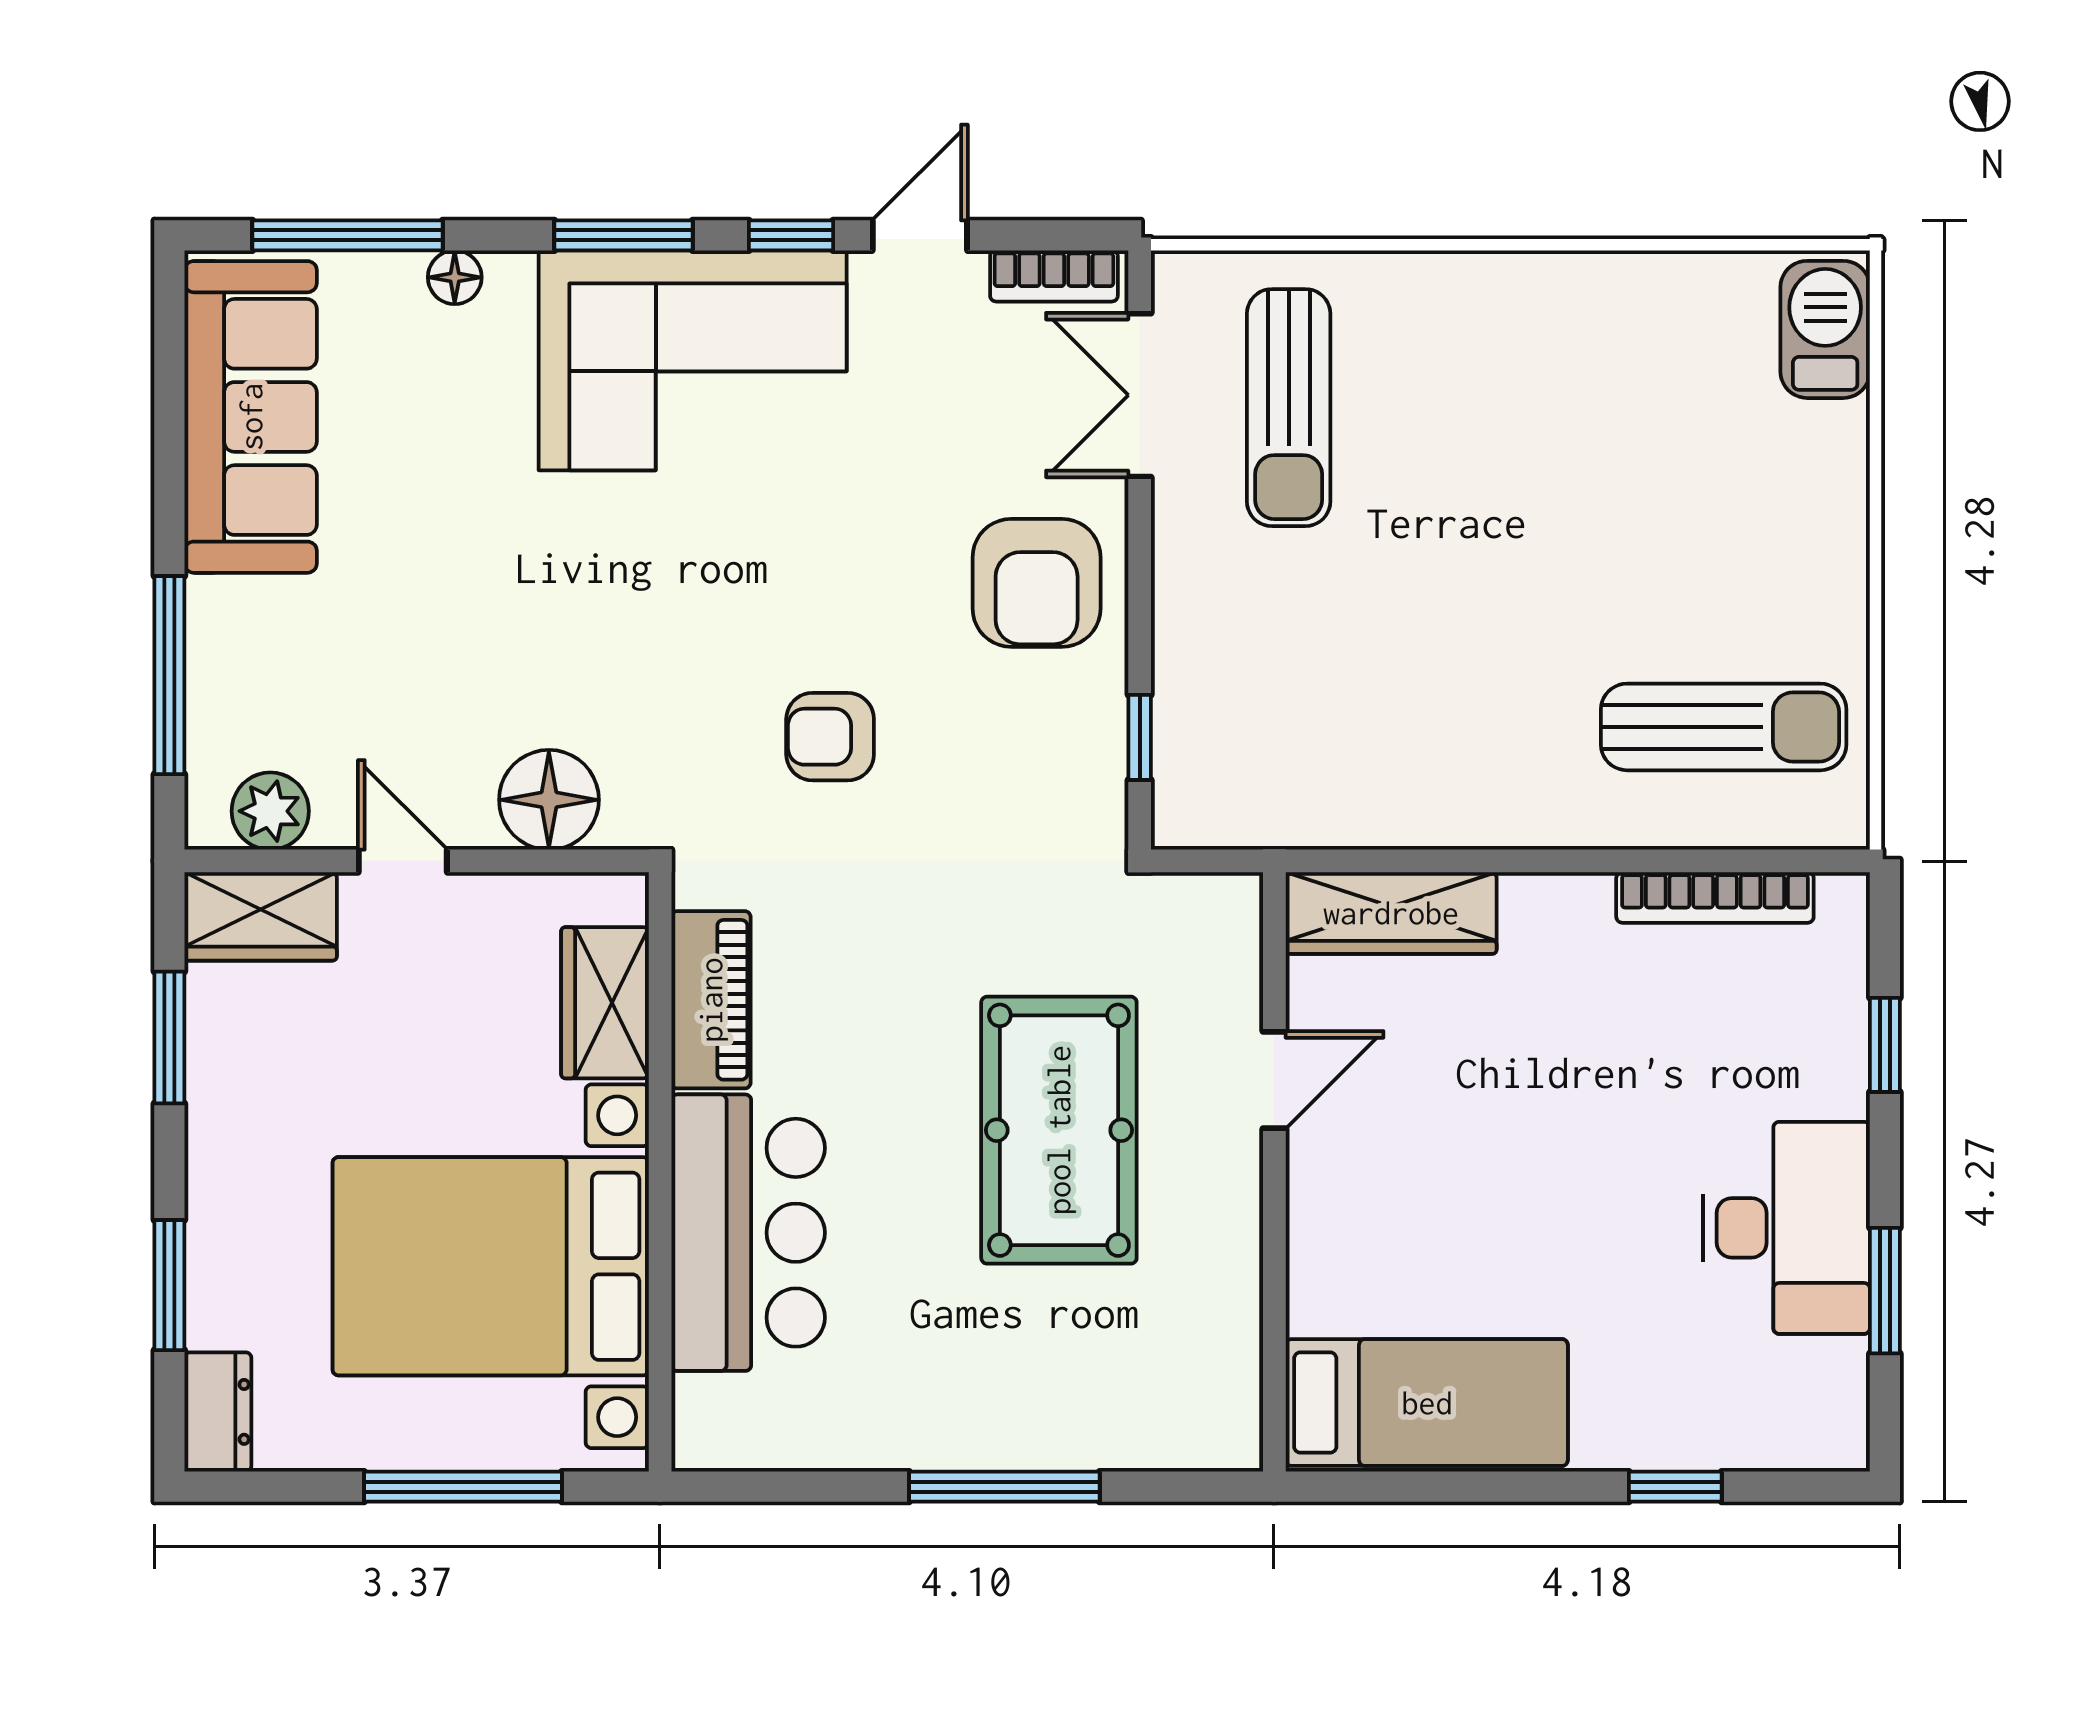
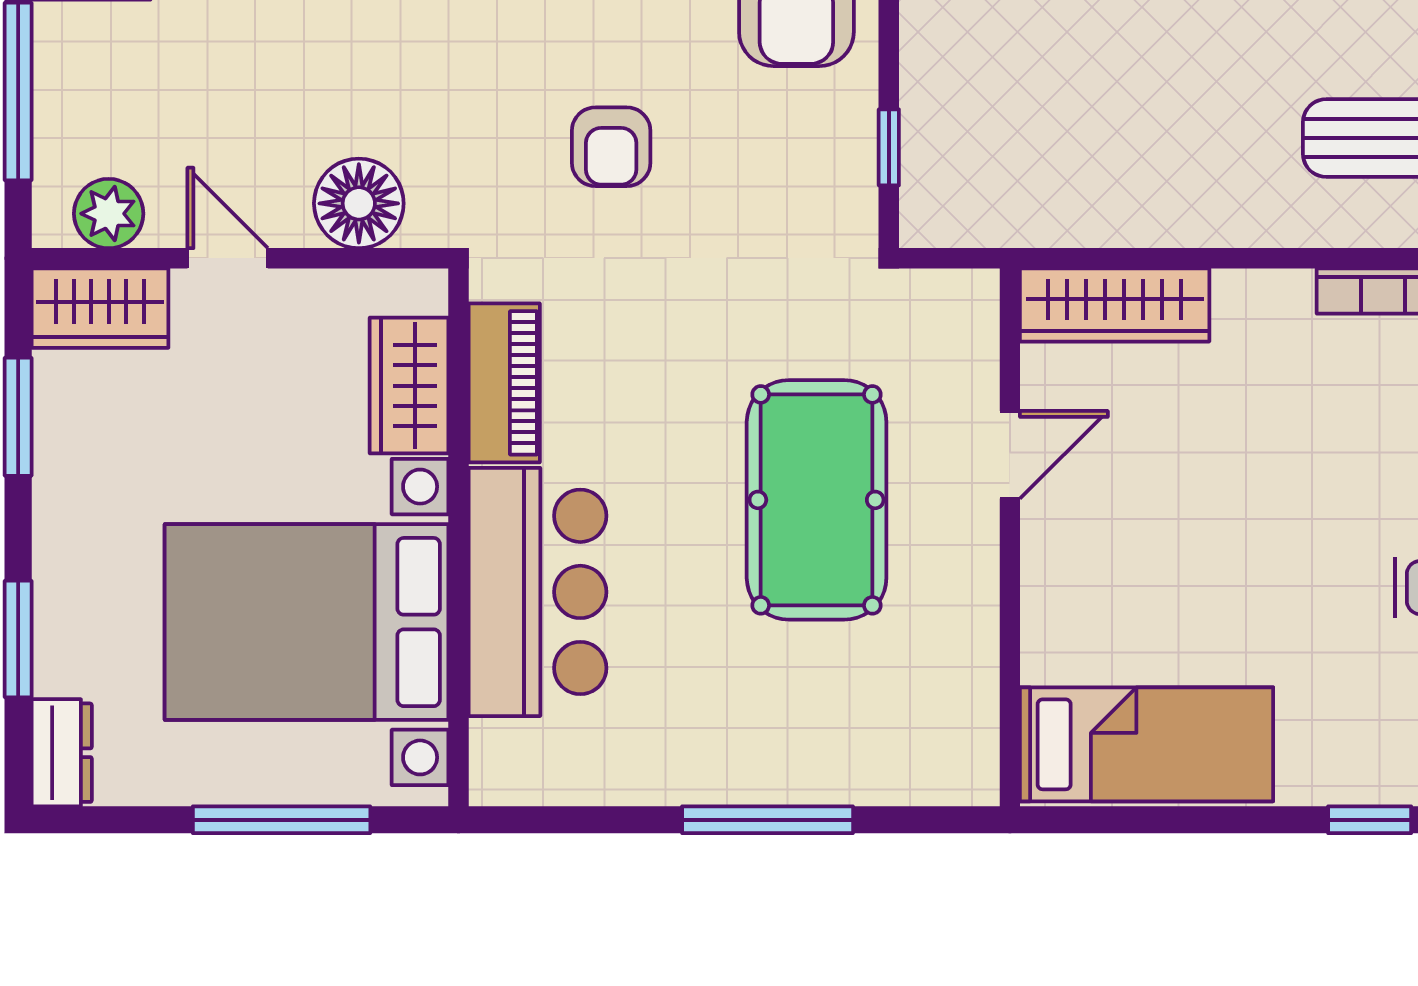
armchair: (830, 737) -> (611, 147), turned -90

